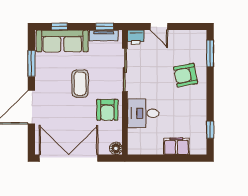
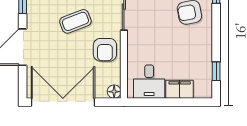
coffee table: (80, 84) -> (75, 21), turned 69
desk: (143, 113) -> (149, 82), moved, turned -90

